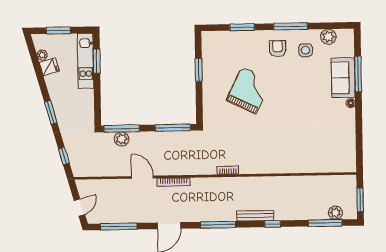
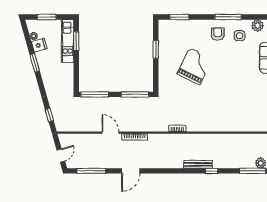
window: (242, 27) -> (179, 17), moved
window: (51, 112) -> (35, 63), moved
plant: (122, 139) -> (95, 103), removed
window: (218, 225) -> (169, 171), removed

